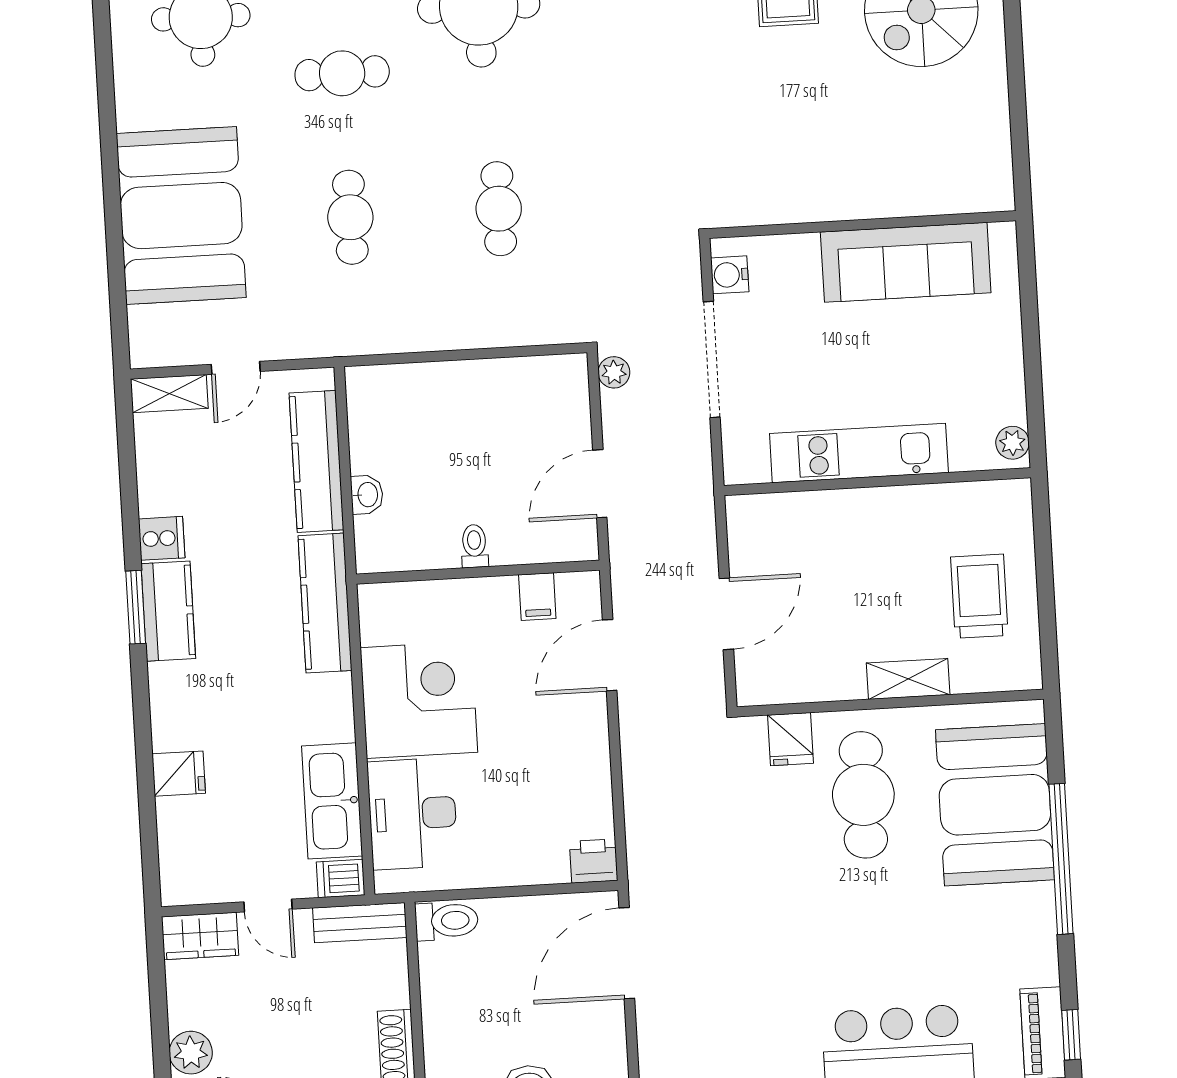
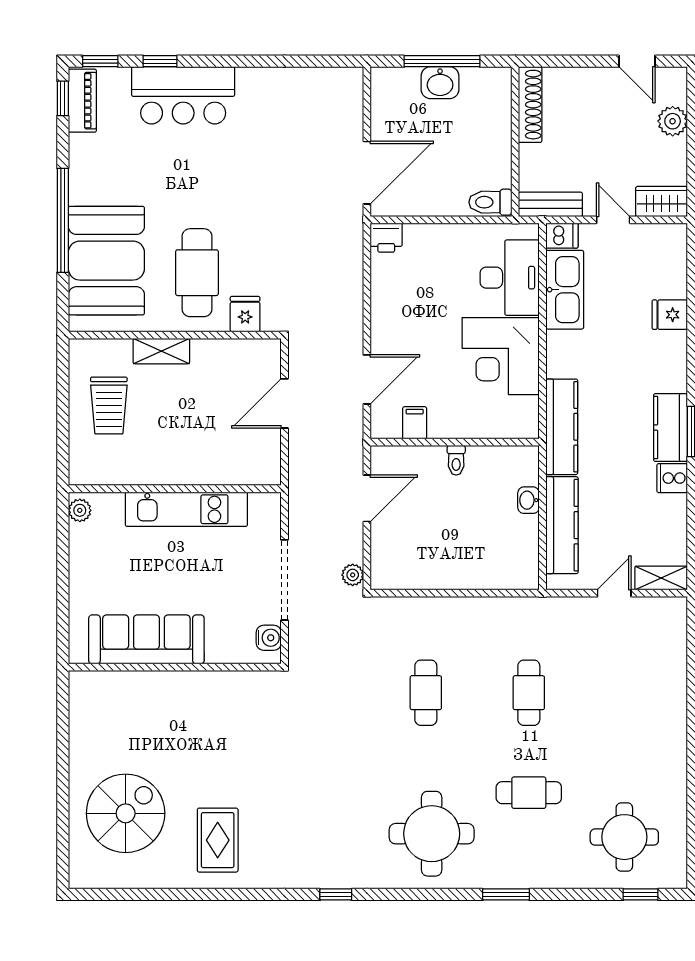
booth: (181, 216) -> (646, 701), removed

